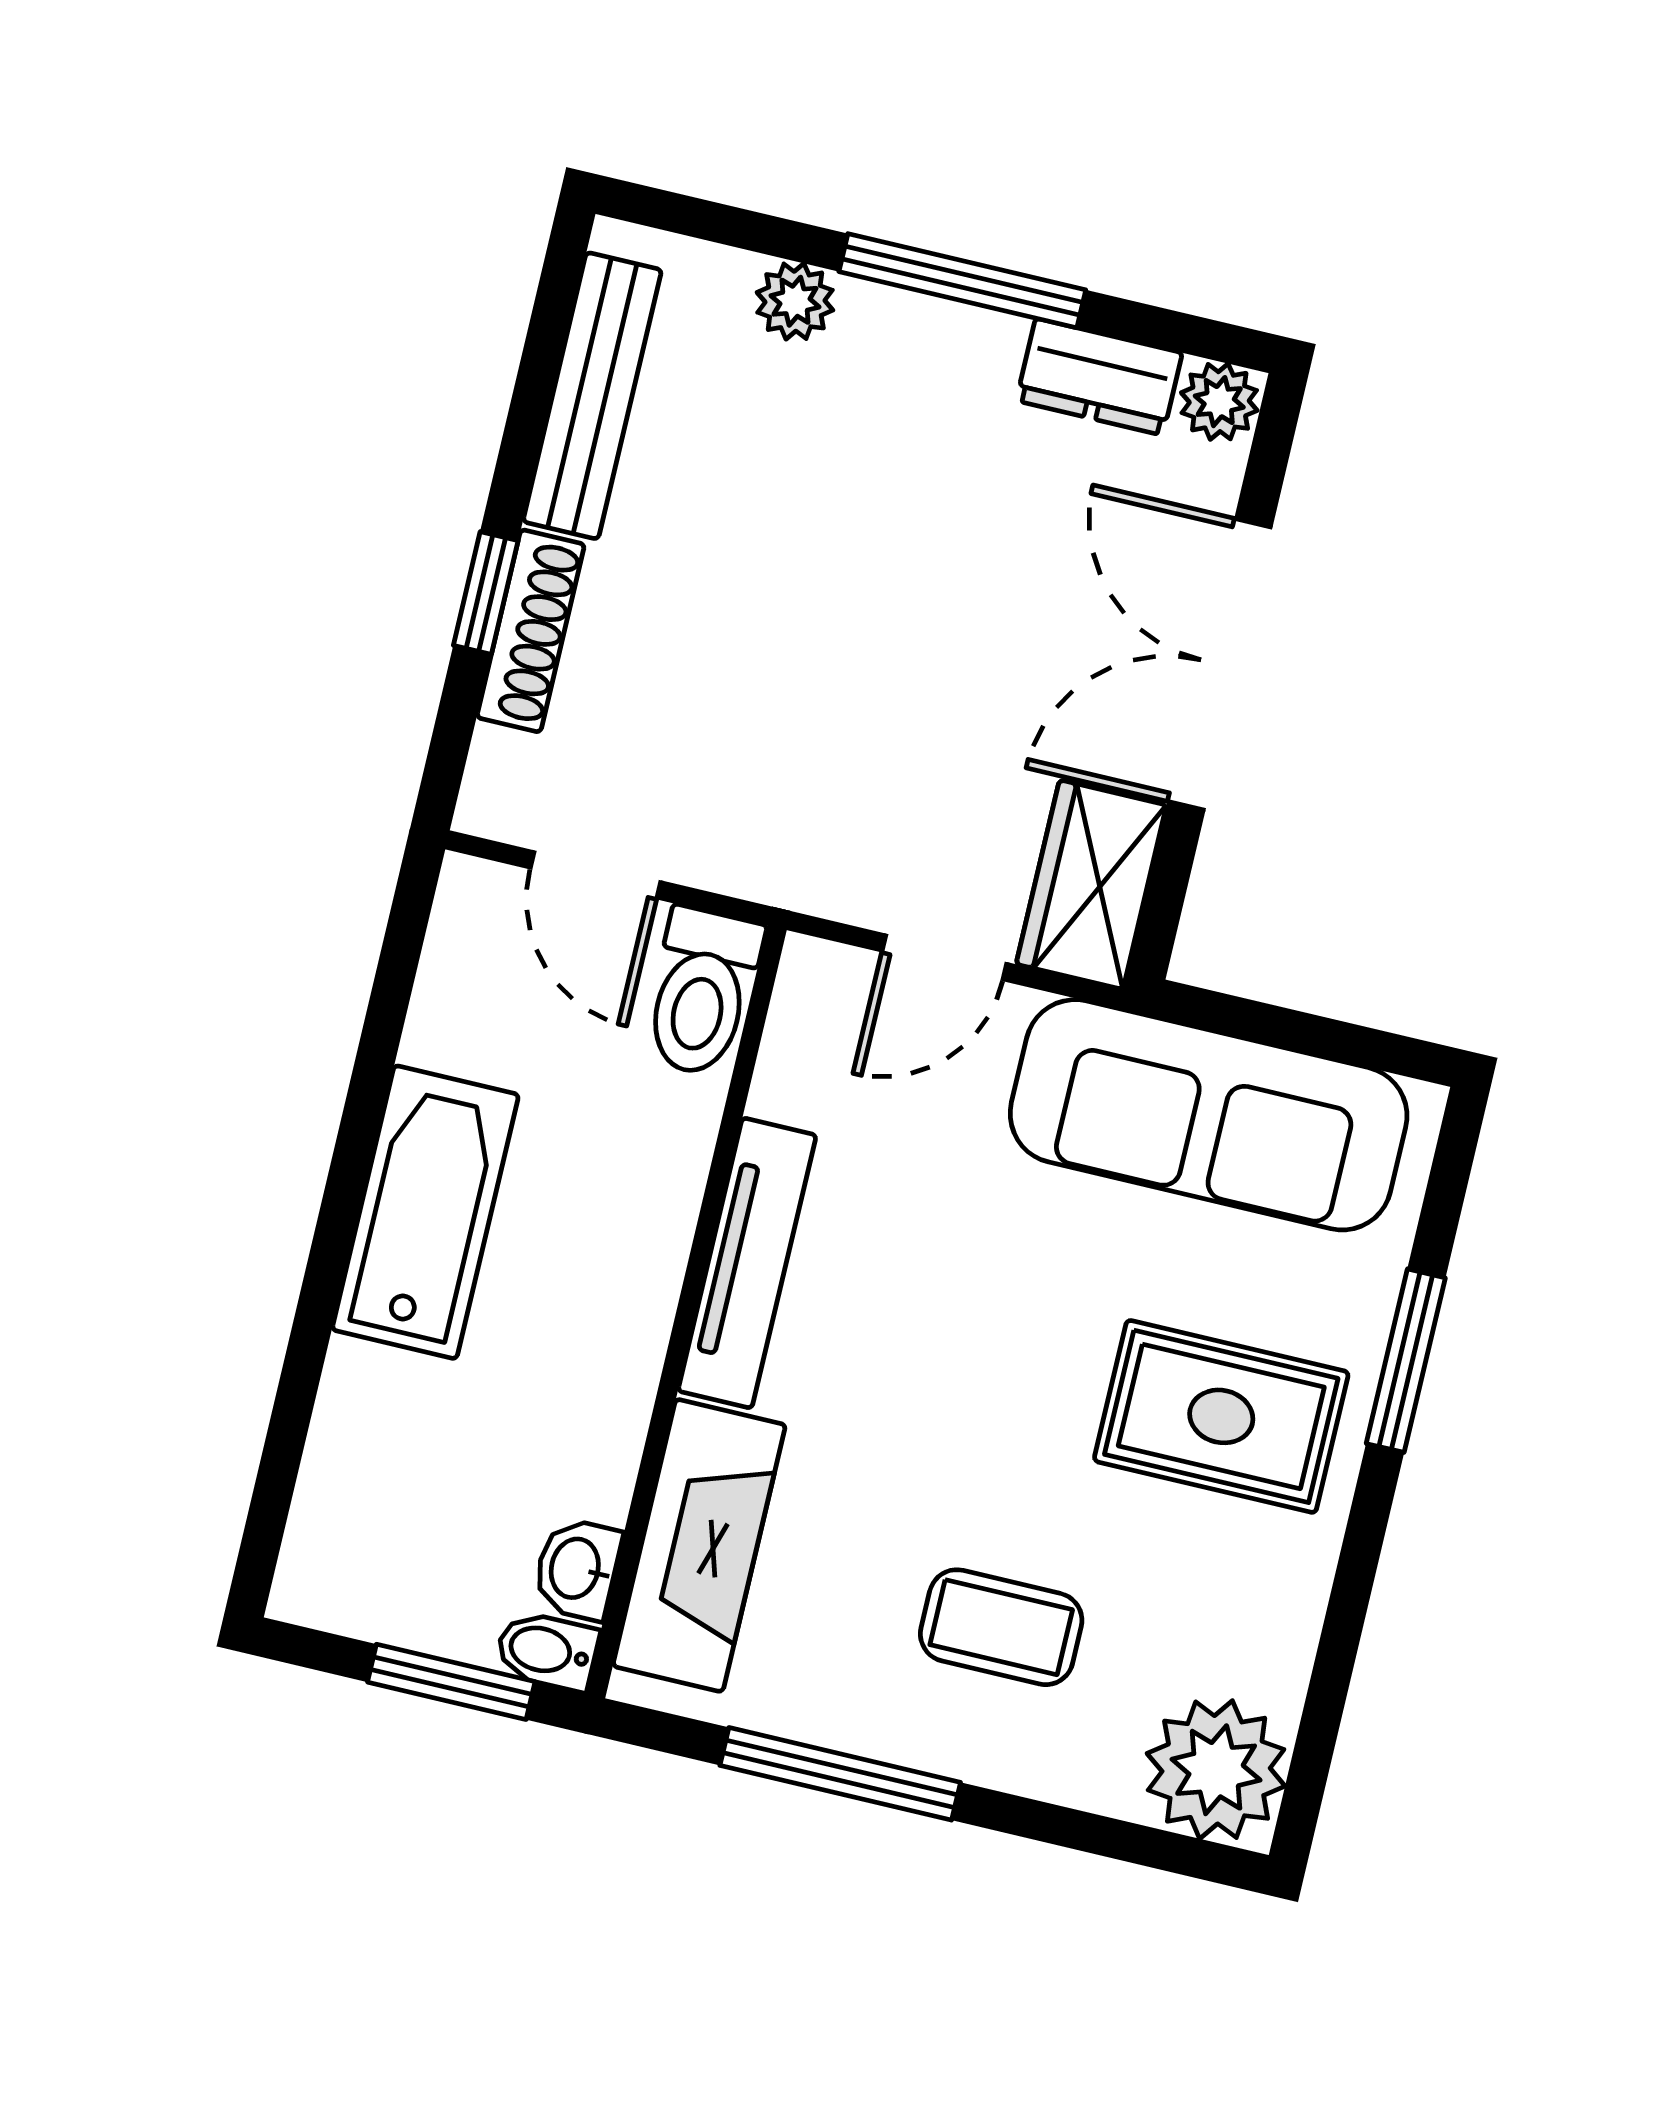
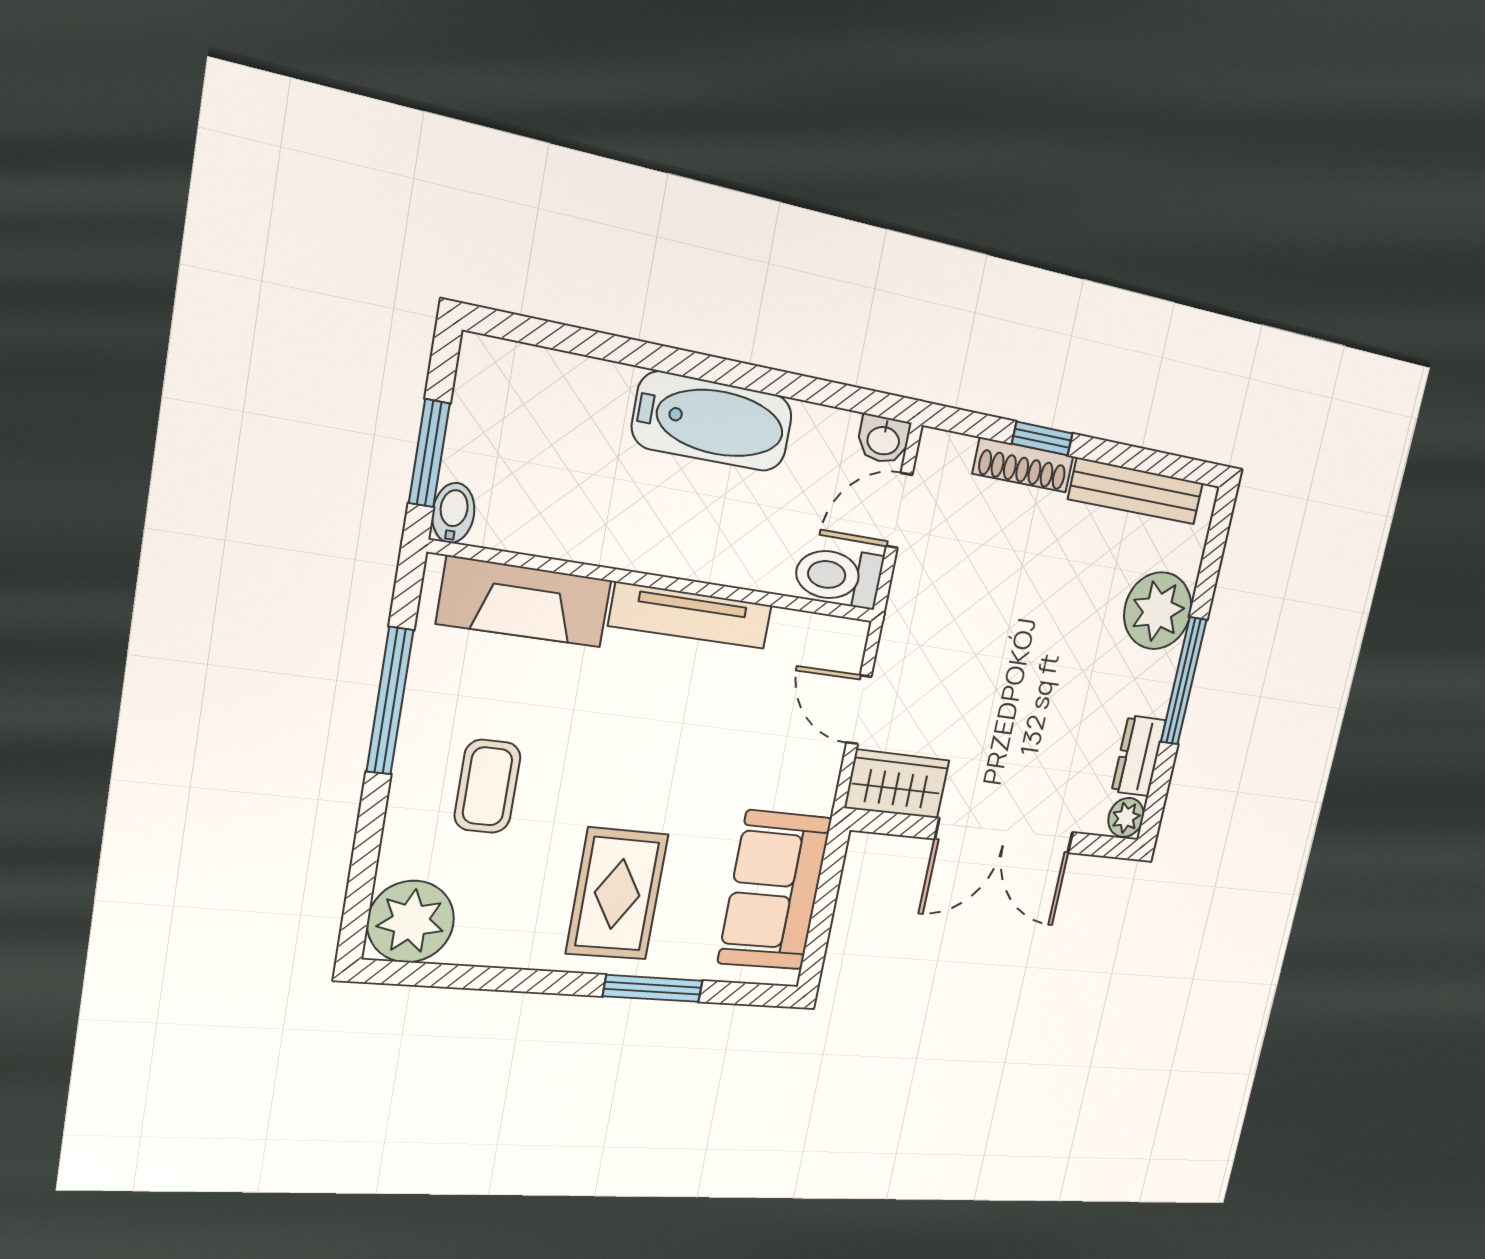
plant: (795, 301) -> (1158, 611), width x1.88, depth x1.88
double door: (1220, 664) -> (1005, 836), swing flipped
sofa: (1209, 1115) -> (775, 891), width x0.73
washbasin: (577, 1569) -> (883, 439), moved, turned 180

